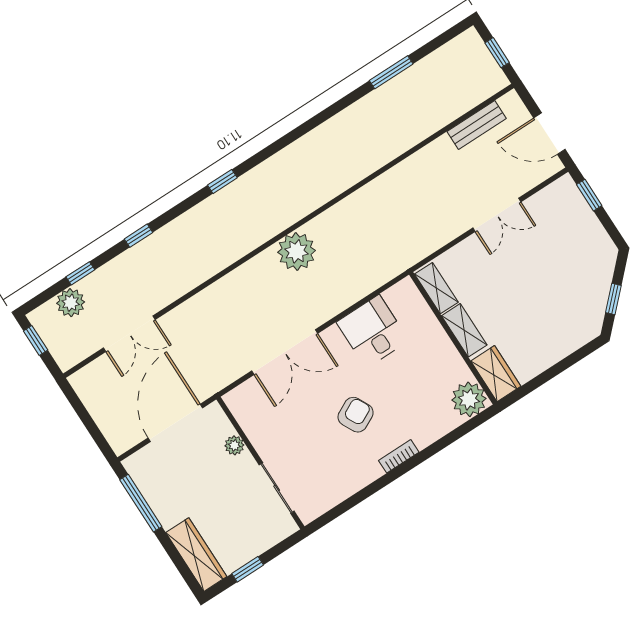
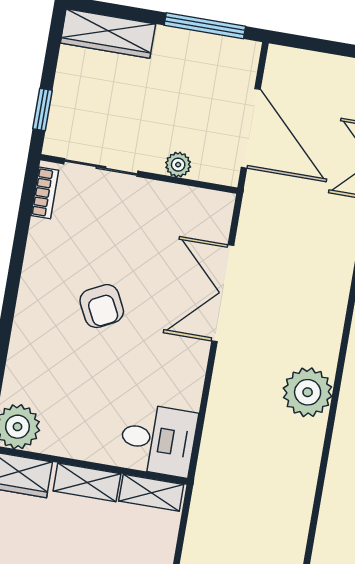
desk: (373, 331) -> (158, 440), moved
bookcase: (399, 456) -> (45, 193), moved
window: (248, 569) -> (42, 110), moved

